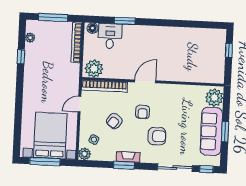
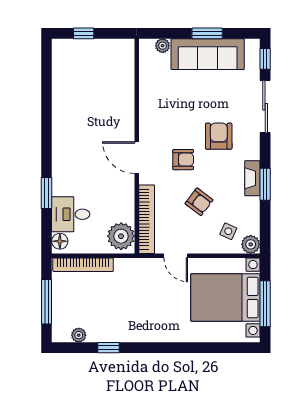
plant: (214, 98) -> (163, 46), width x0.53, depth x0.53

